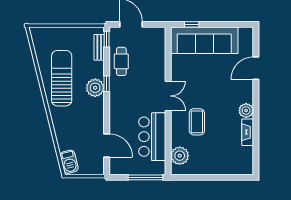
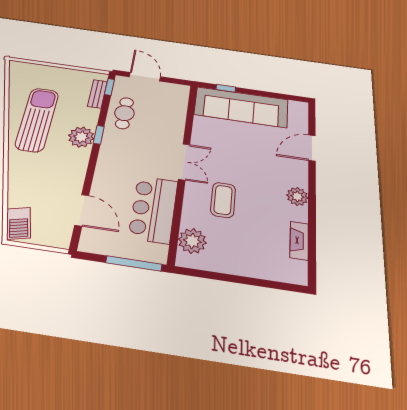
fireplace: (248, 132) -> (299, 241), moved

